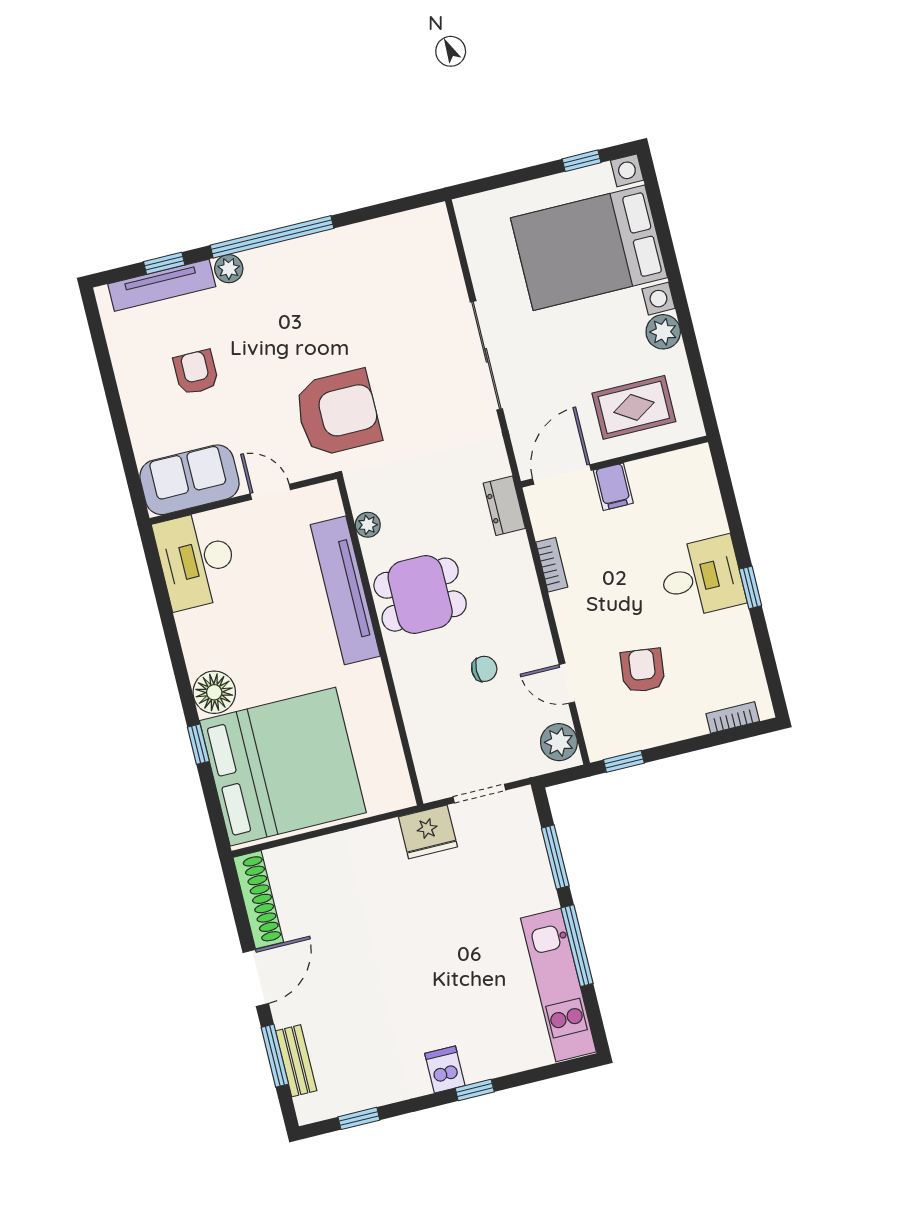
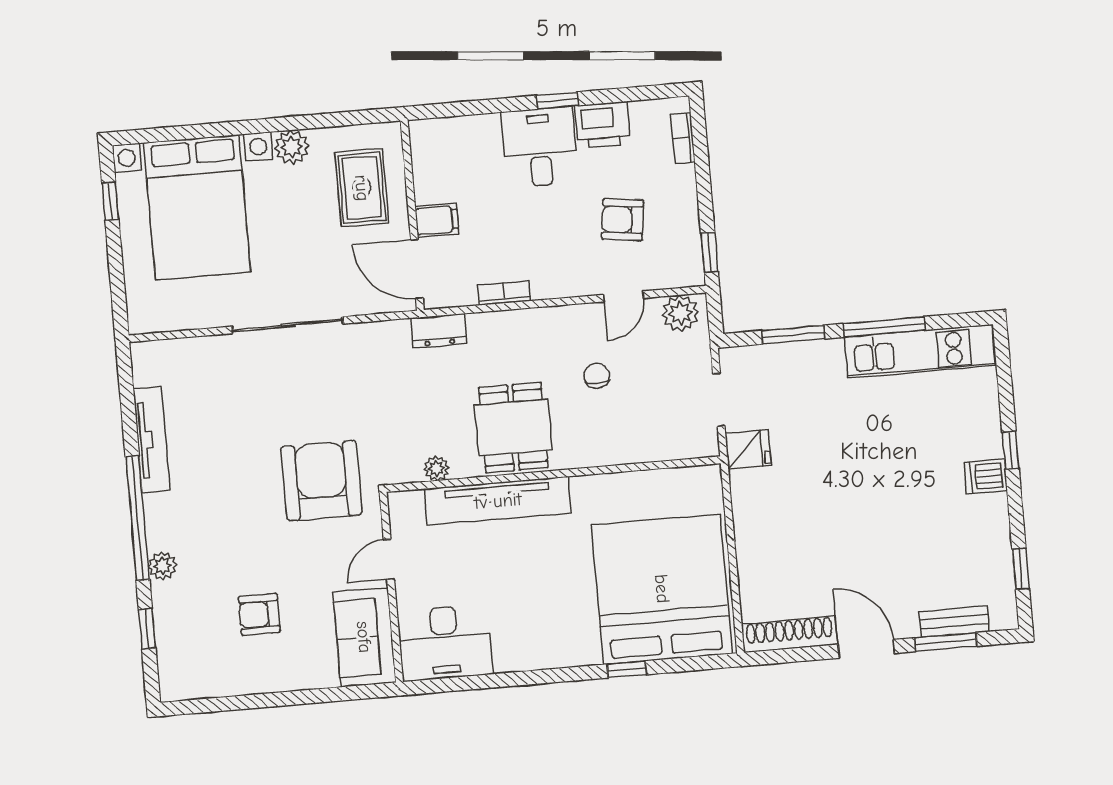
tv unit: (162, 285) -> (152, 440), moved
printer: (733, 636) -> (603, 125), added
floor lamp: (214, 692) -> (578, 646), removed
fridge: (428, 832) -> (748, 449), width x0.72

